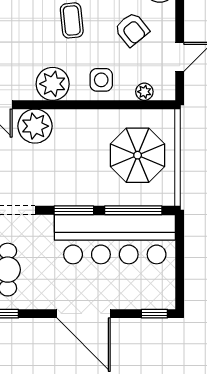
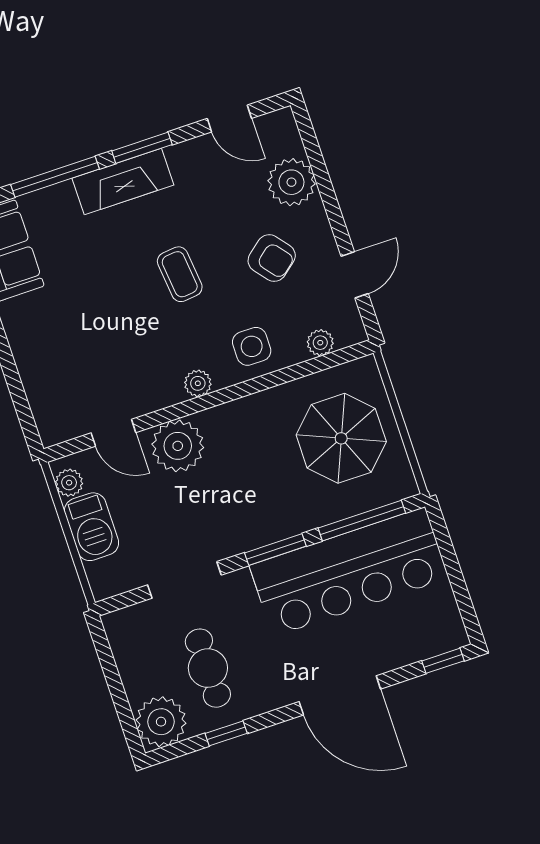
plant: (53, 84) -> (198, 383), width x0.53, depth x0.53

